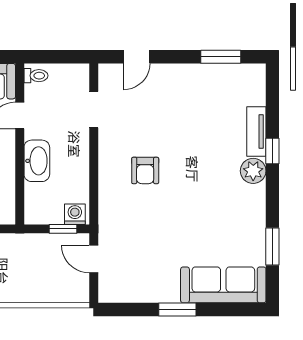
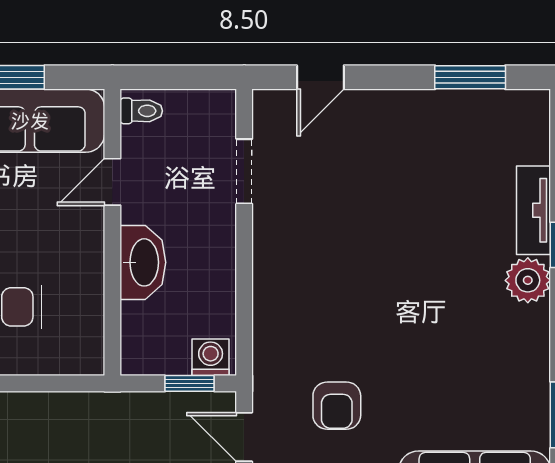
armchair: (145, 170) -> (337, 406), moved

